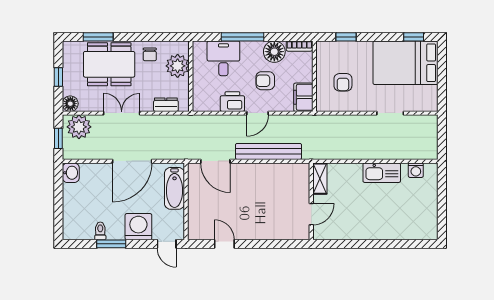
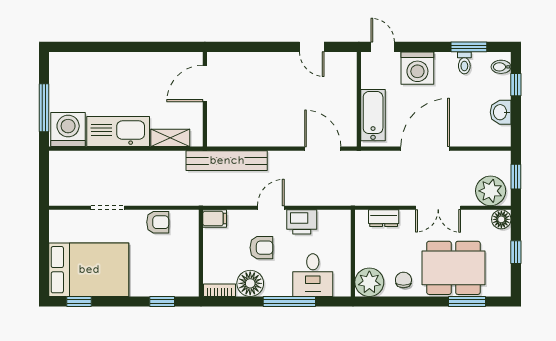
plant: (178, 66) -> (369, 282), moved
armchair: (343, 82) -> (158, 222), moved, turned 90
filing cabinet: (303, 97) -> (215, 219), width x0.50
bench: (269, 151) -> (227, 161), moved
washing machine: (416, 170) -> (68, 129), width x1.89, depth x1.89
washbasin: (71, 173) -> (501, 112), moved
kitchen sink: (382, 173) -> (118, 132), width x1.36, depth x1.24
shelving: (320, 179) -> (170, 138), moved, turned 90
window: (442, 194) -> (44, 108), added
window: (58, 213) -> (516, 85), added
door: (311, 214) -> (205, 83), width x1.38
bidet: (70, 228) -> (501, 67), added
window: (111, 244) -> (469, 47), moved

